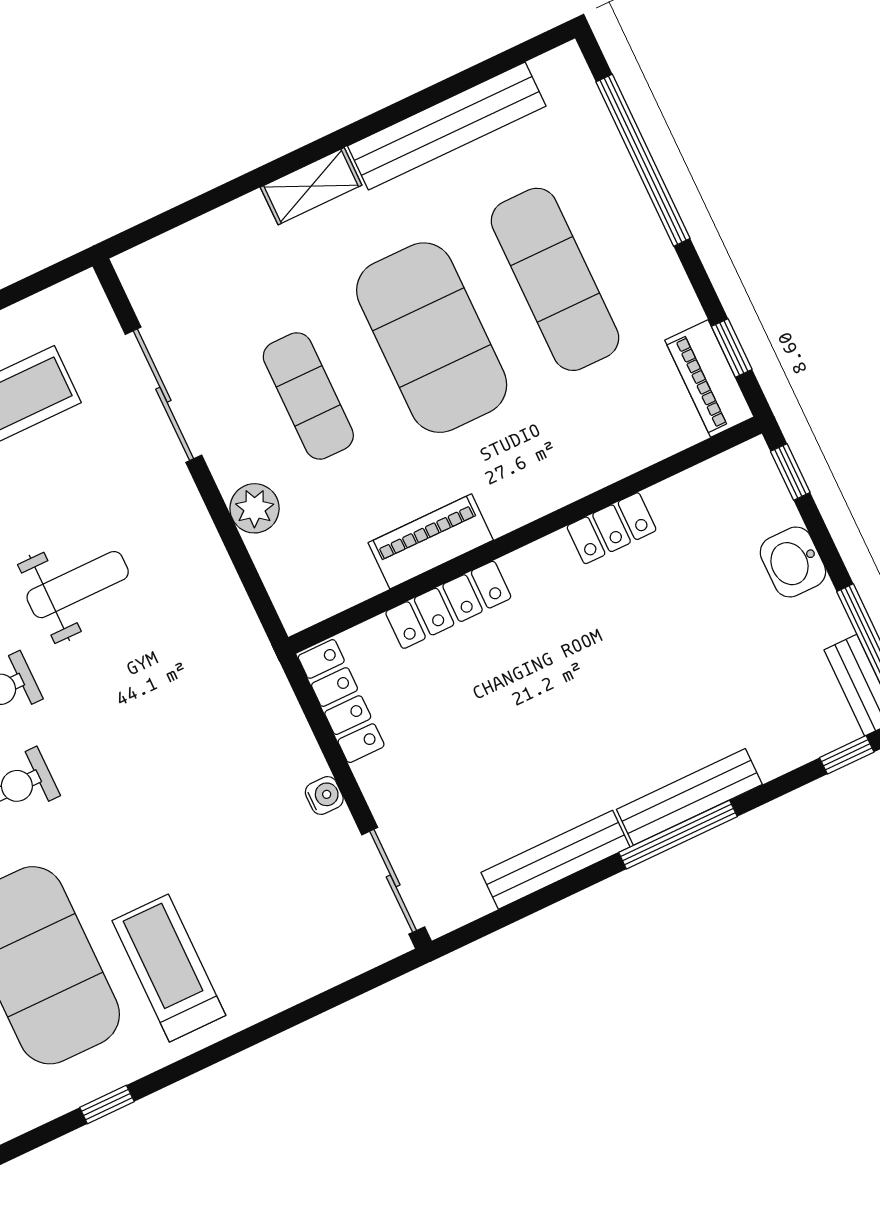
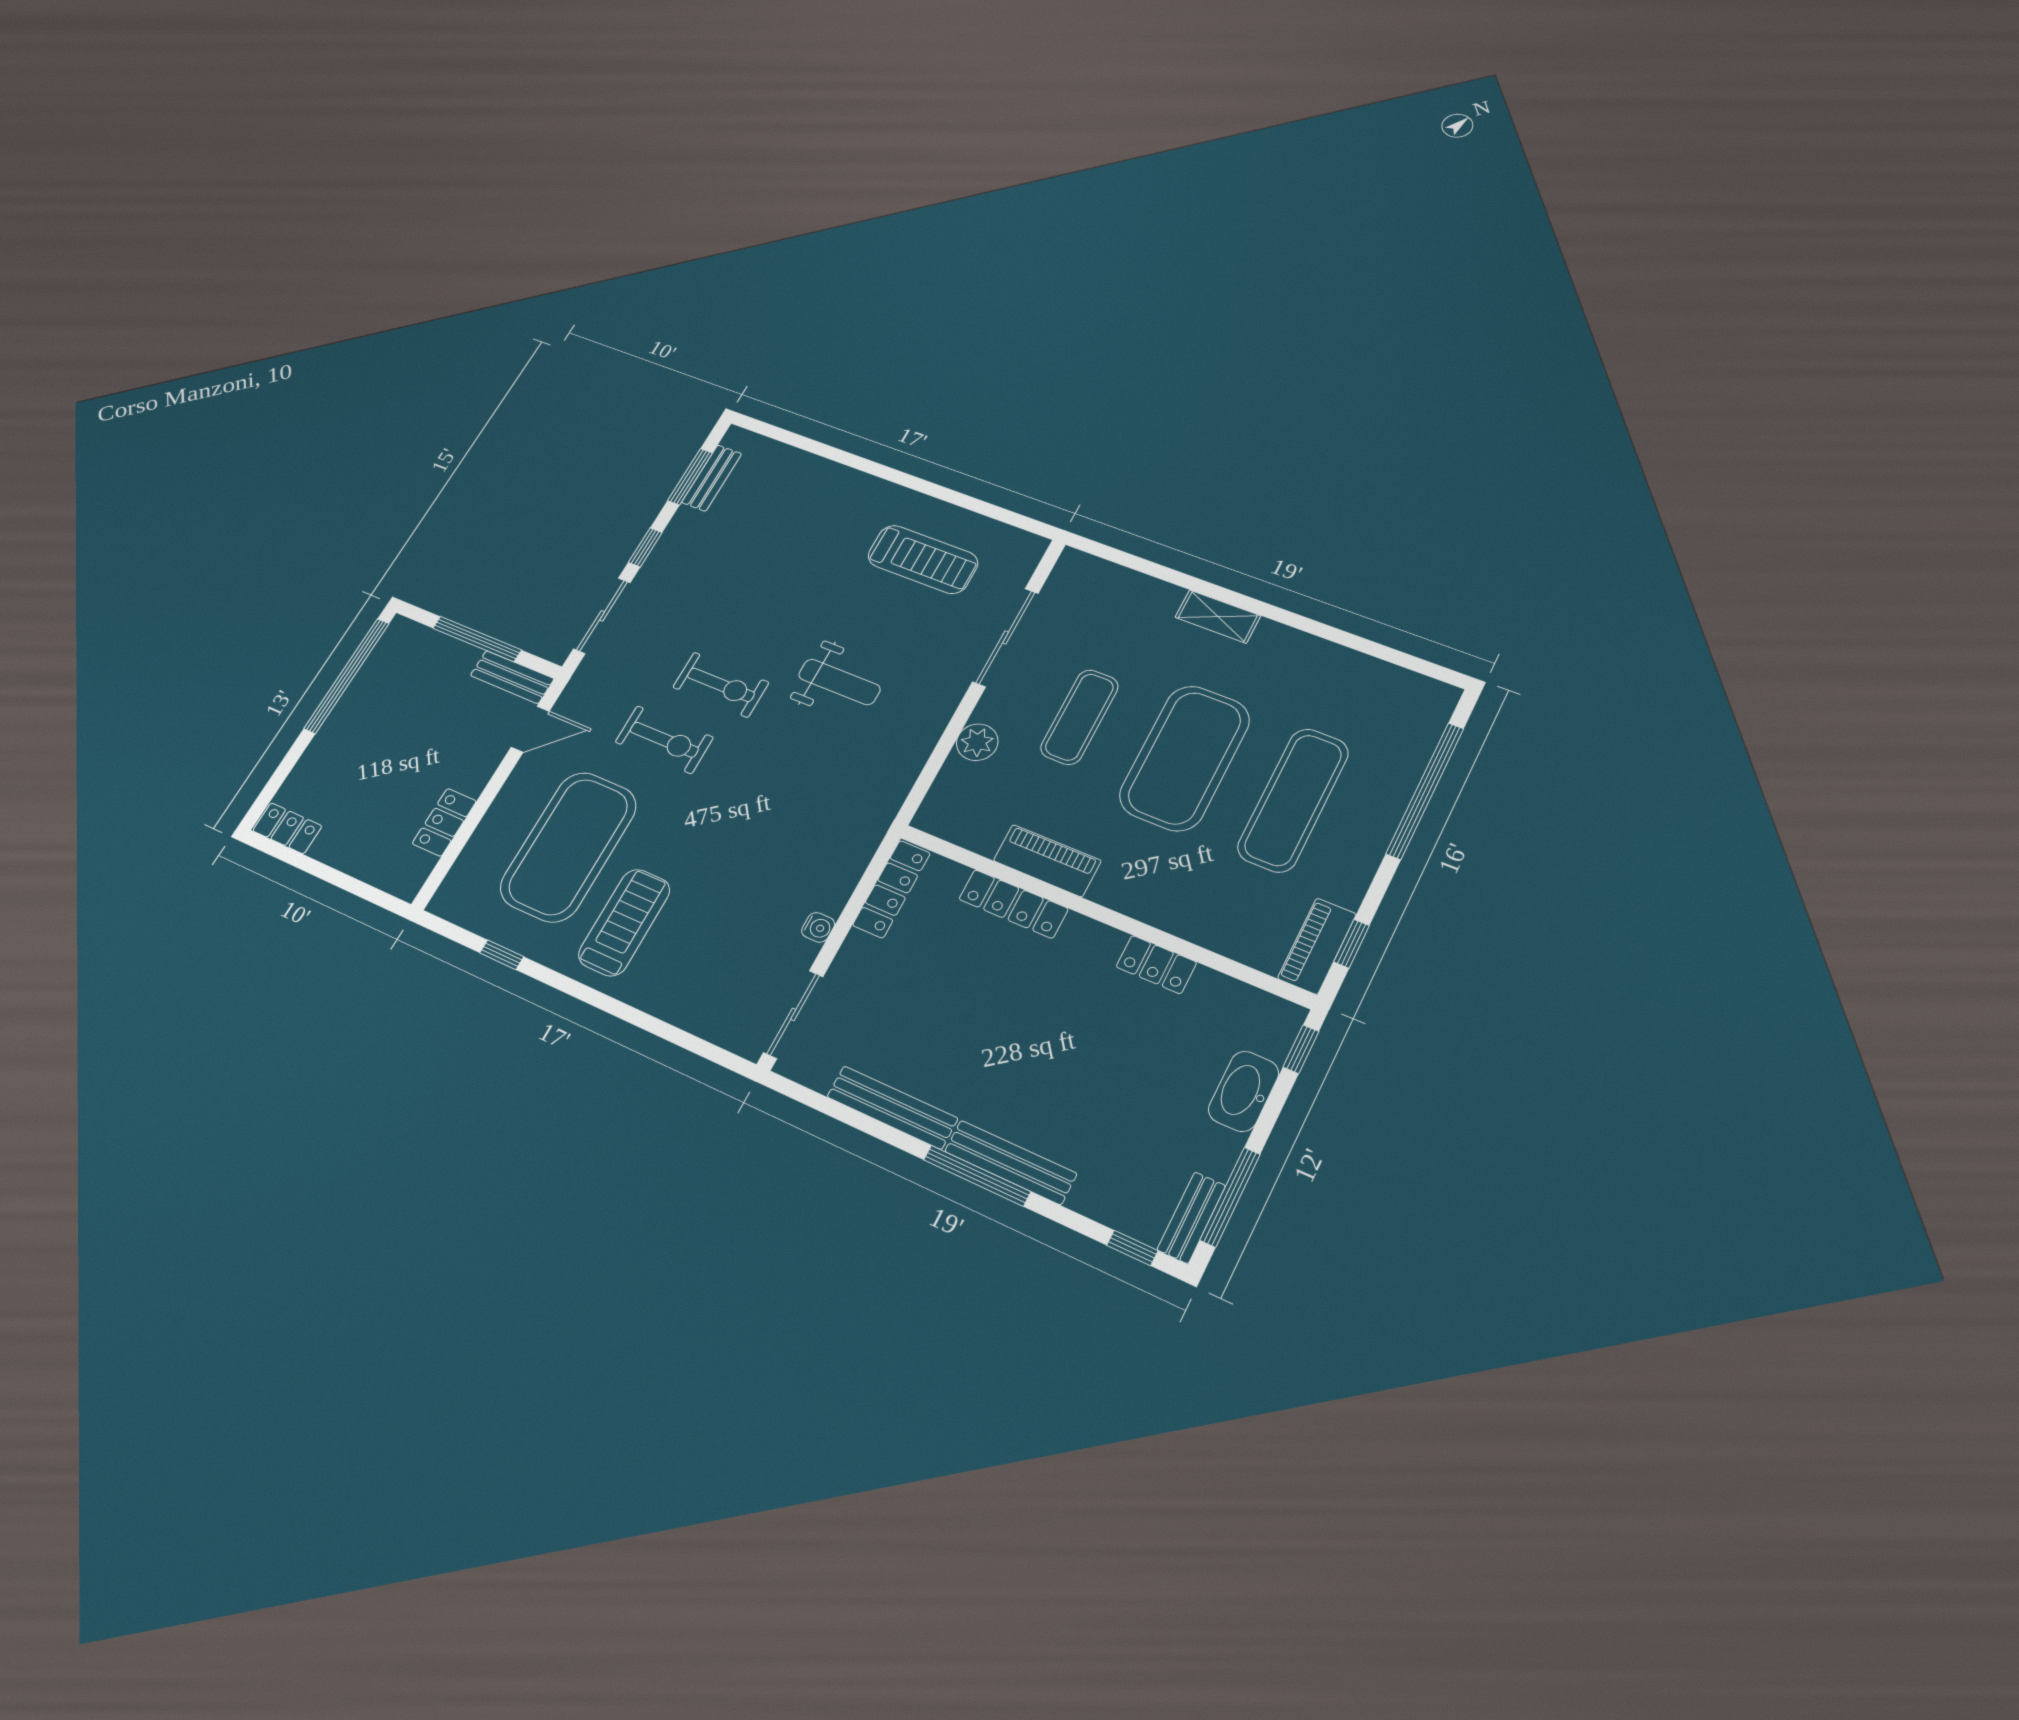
bench: (447, 126) -> (1332, 661), removed
washbasin: (793, 562) -> (1244, 1091), width x1.38

